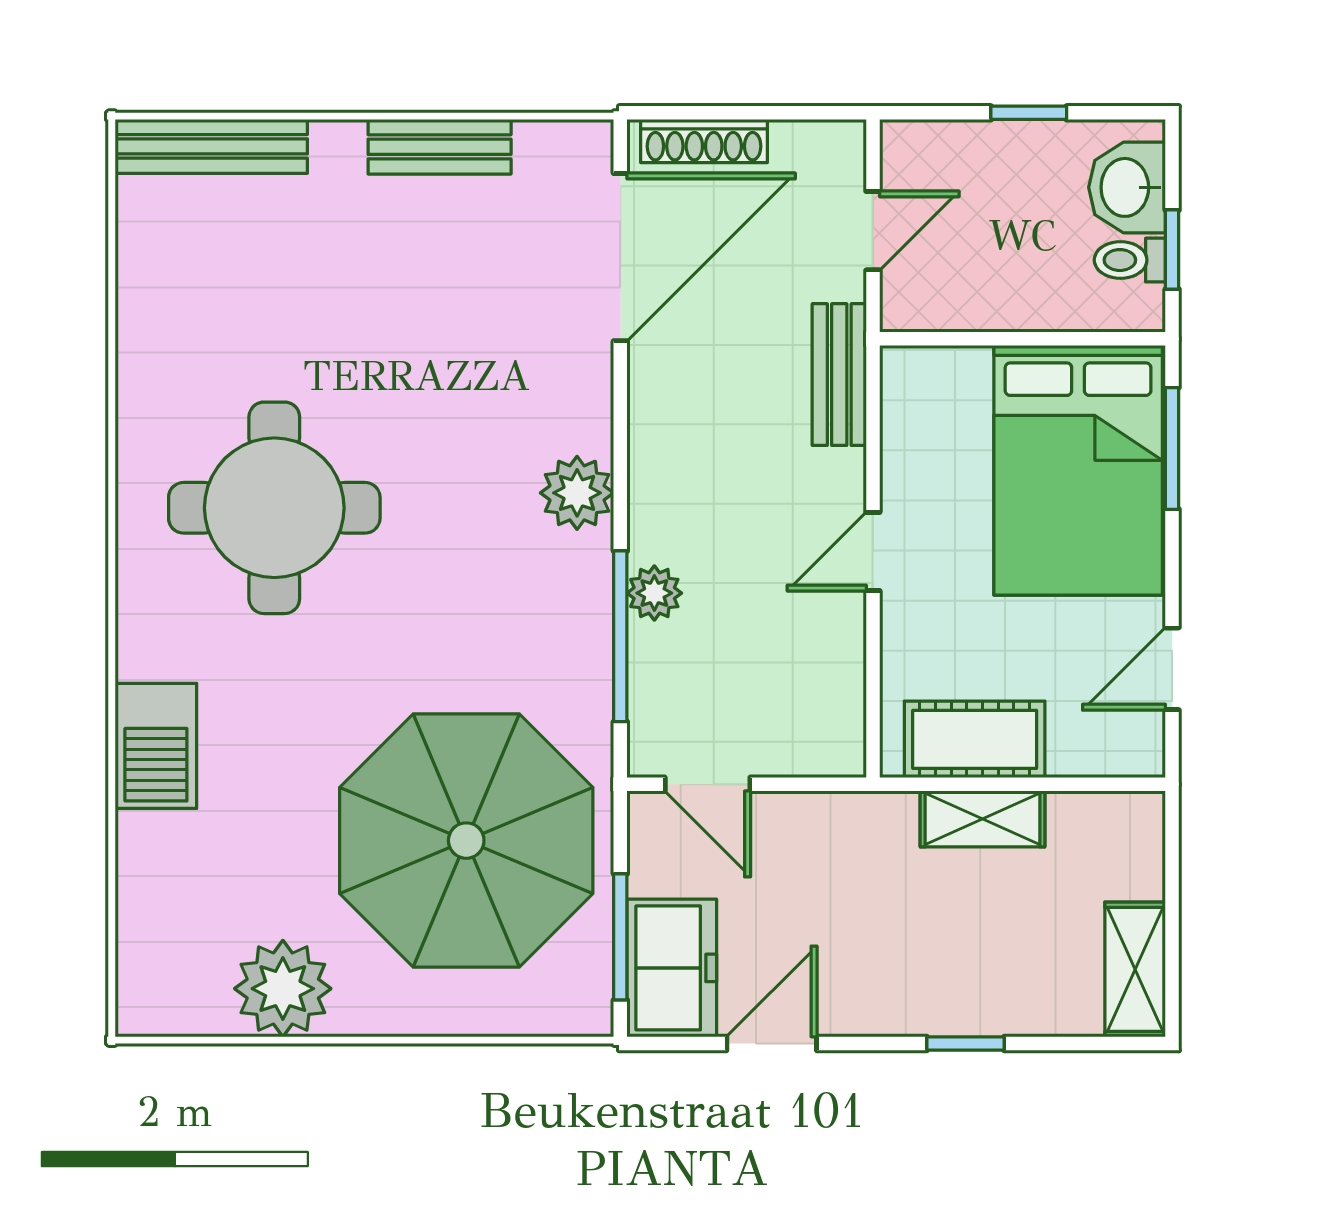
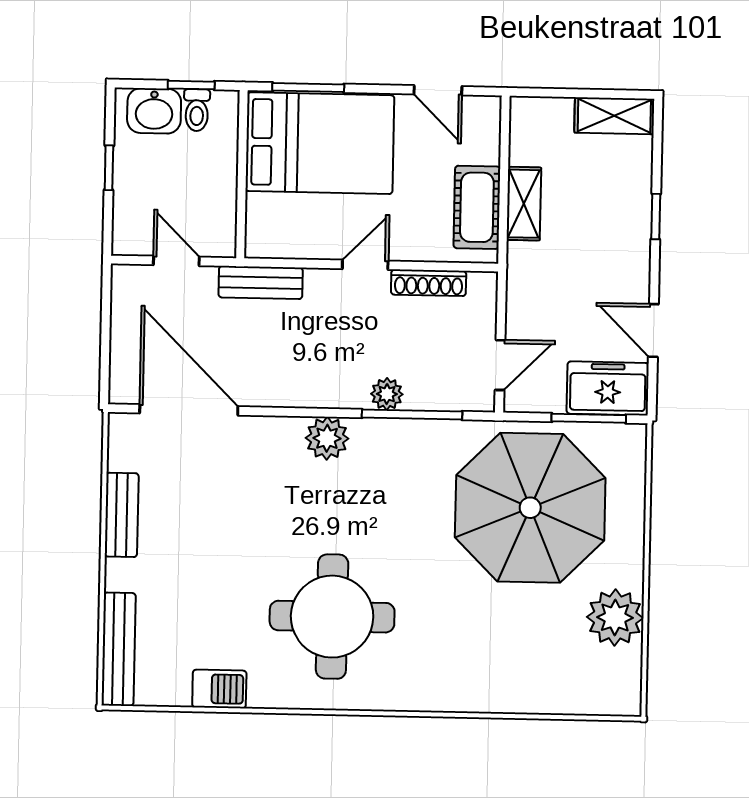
shoe rack: (704, 141) -> (429, 283), moved, turned 90
door: (873, 552) -> (365, 265), swing flipped
barbecue: (156, 746) -> (219, 689), moved, width x0.73, depth x0.79

